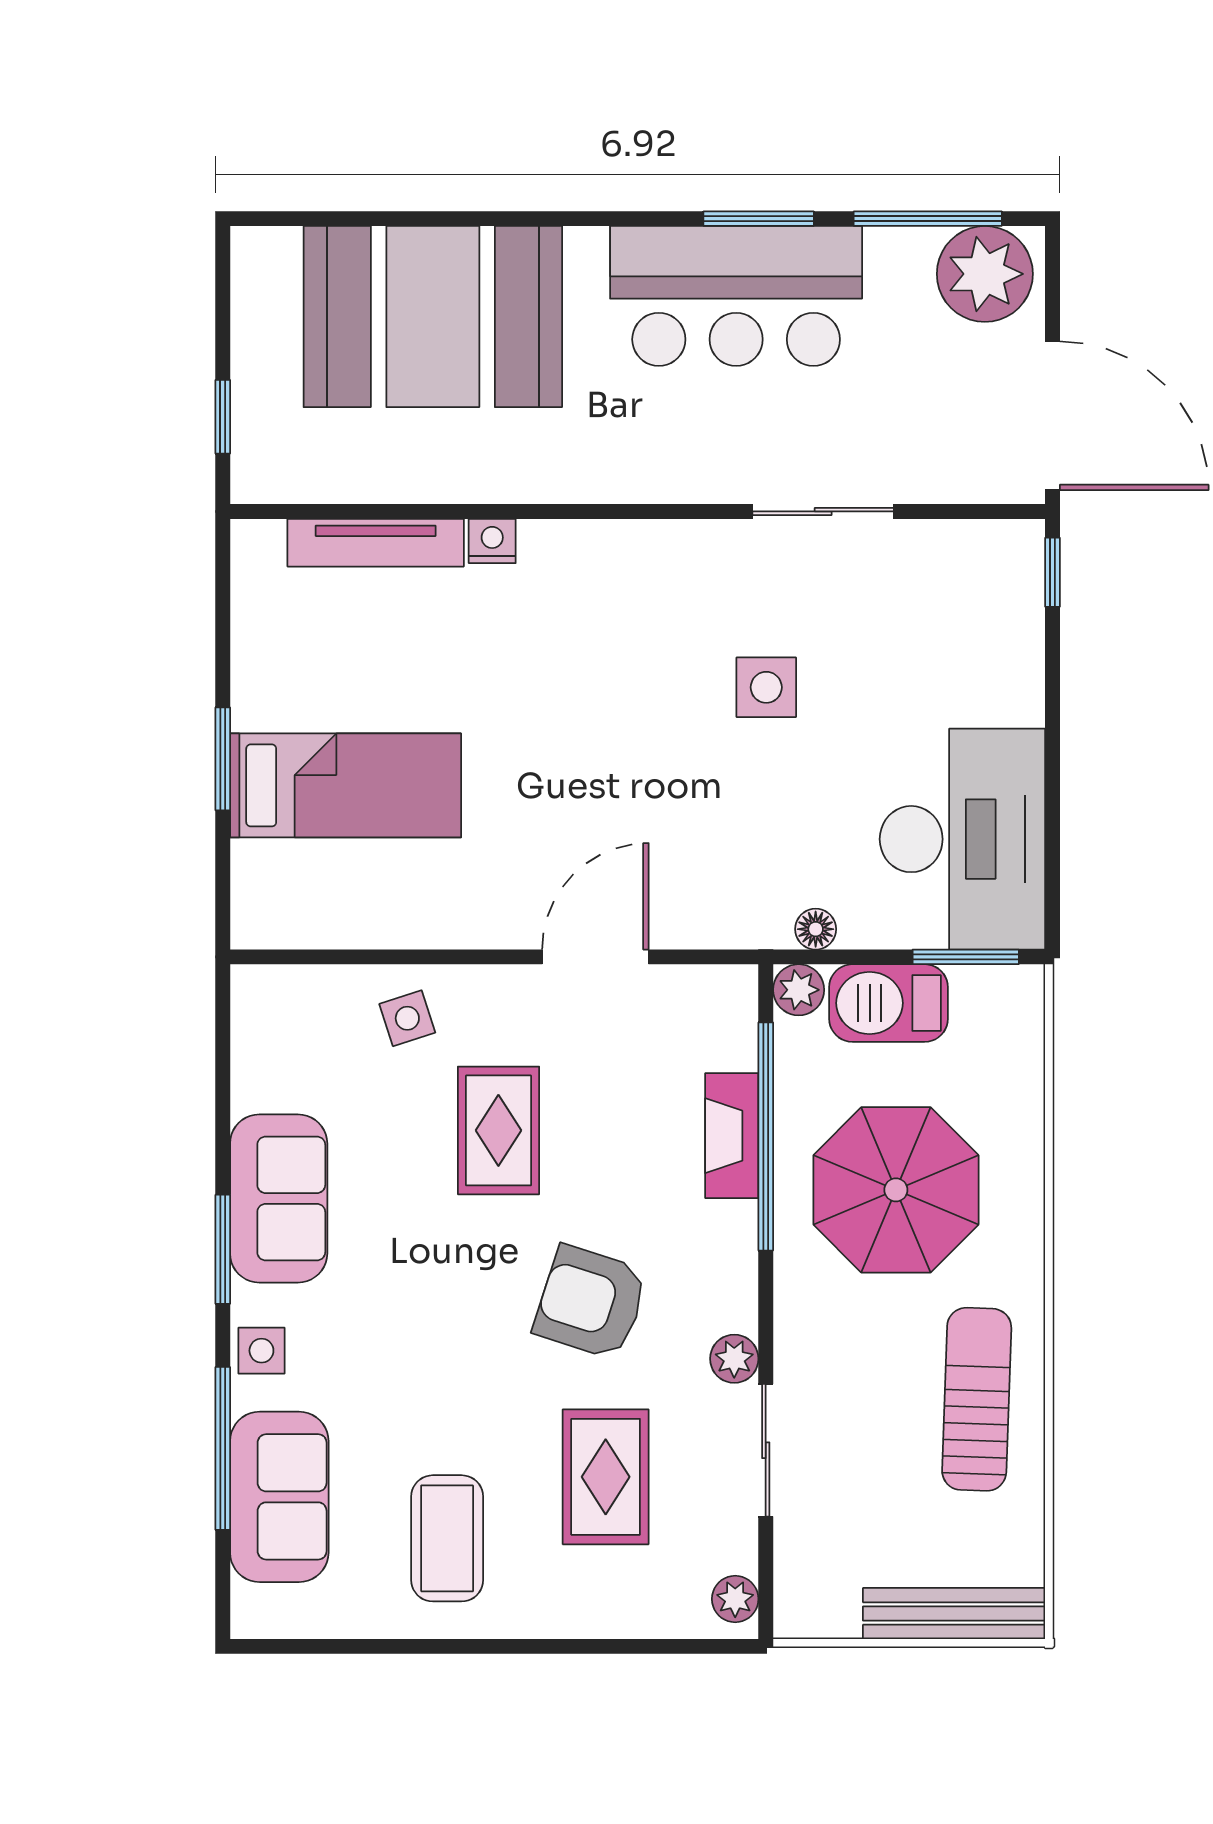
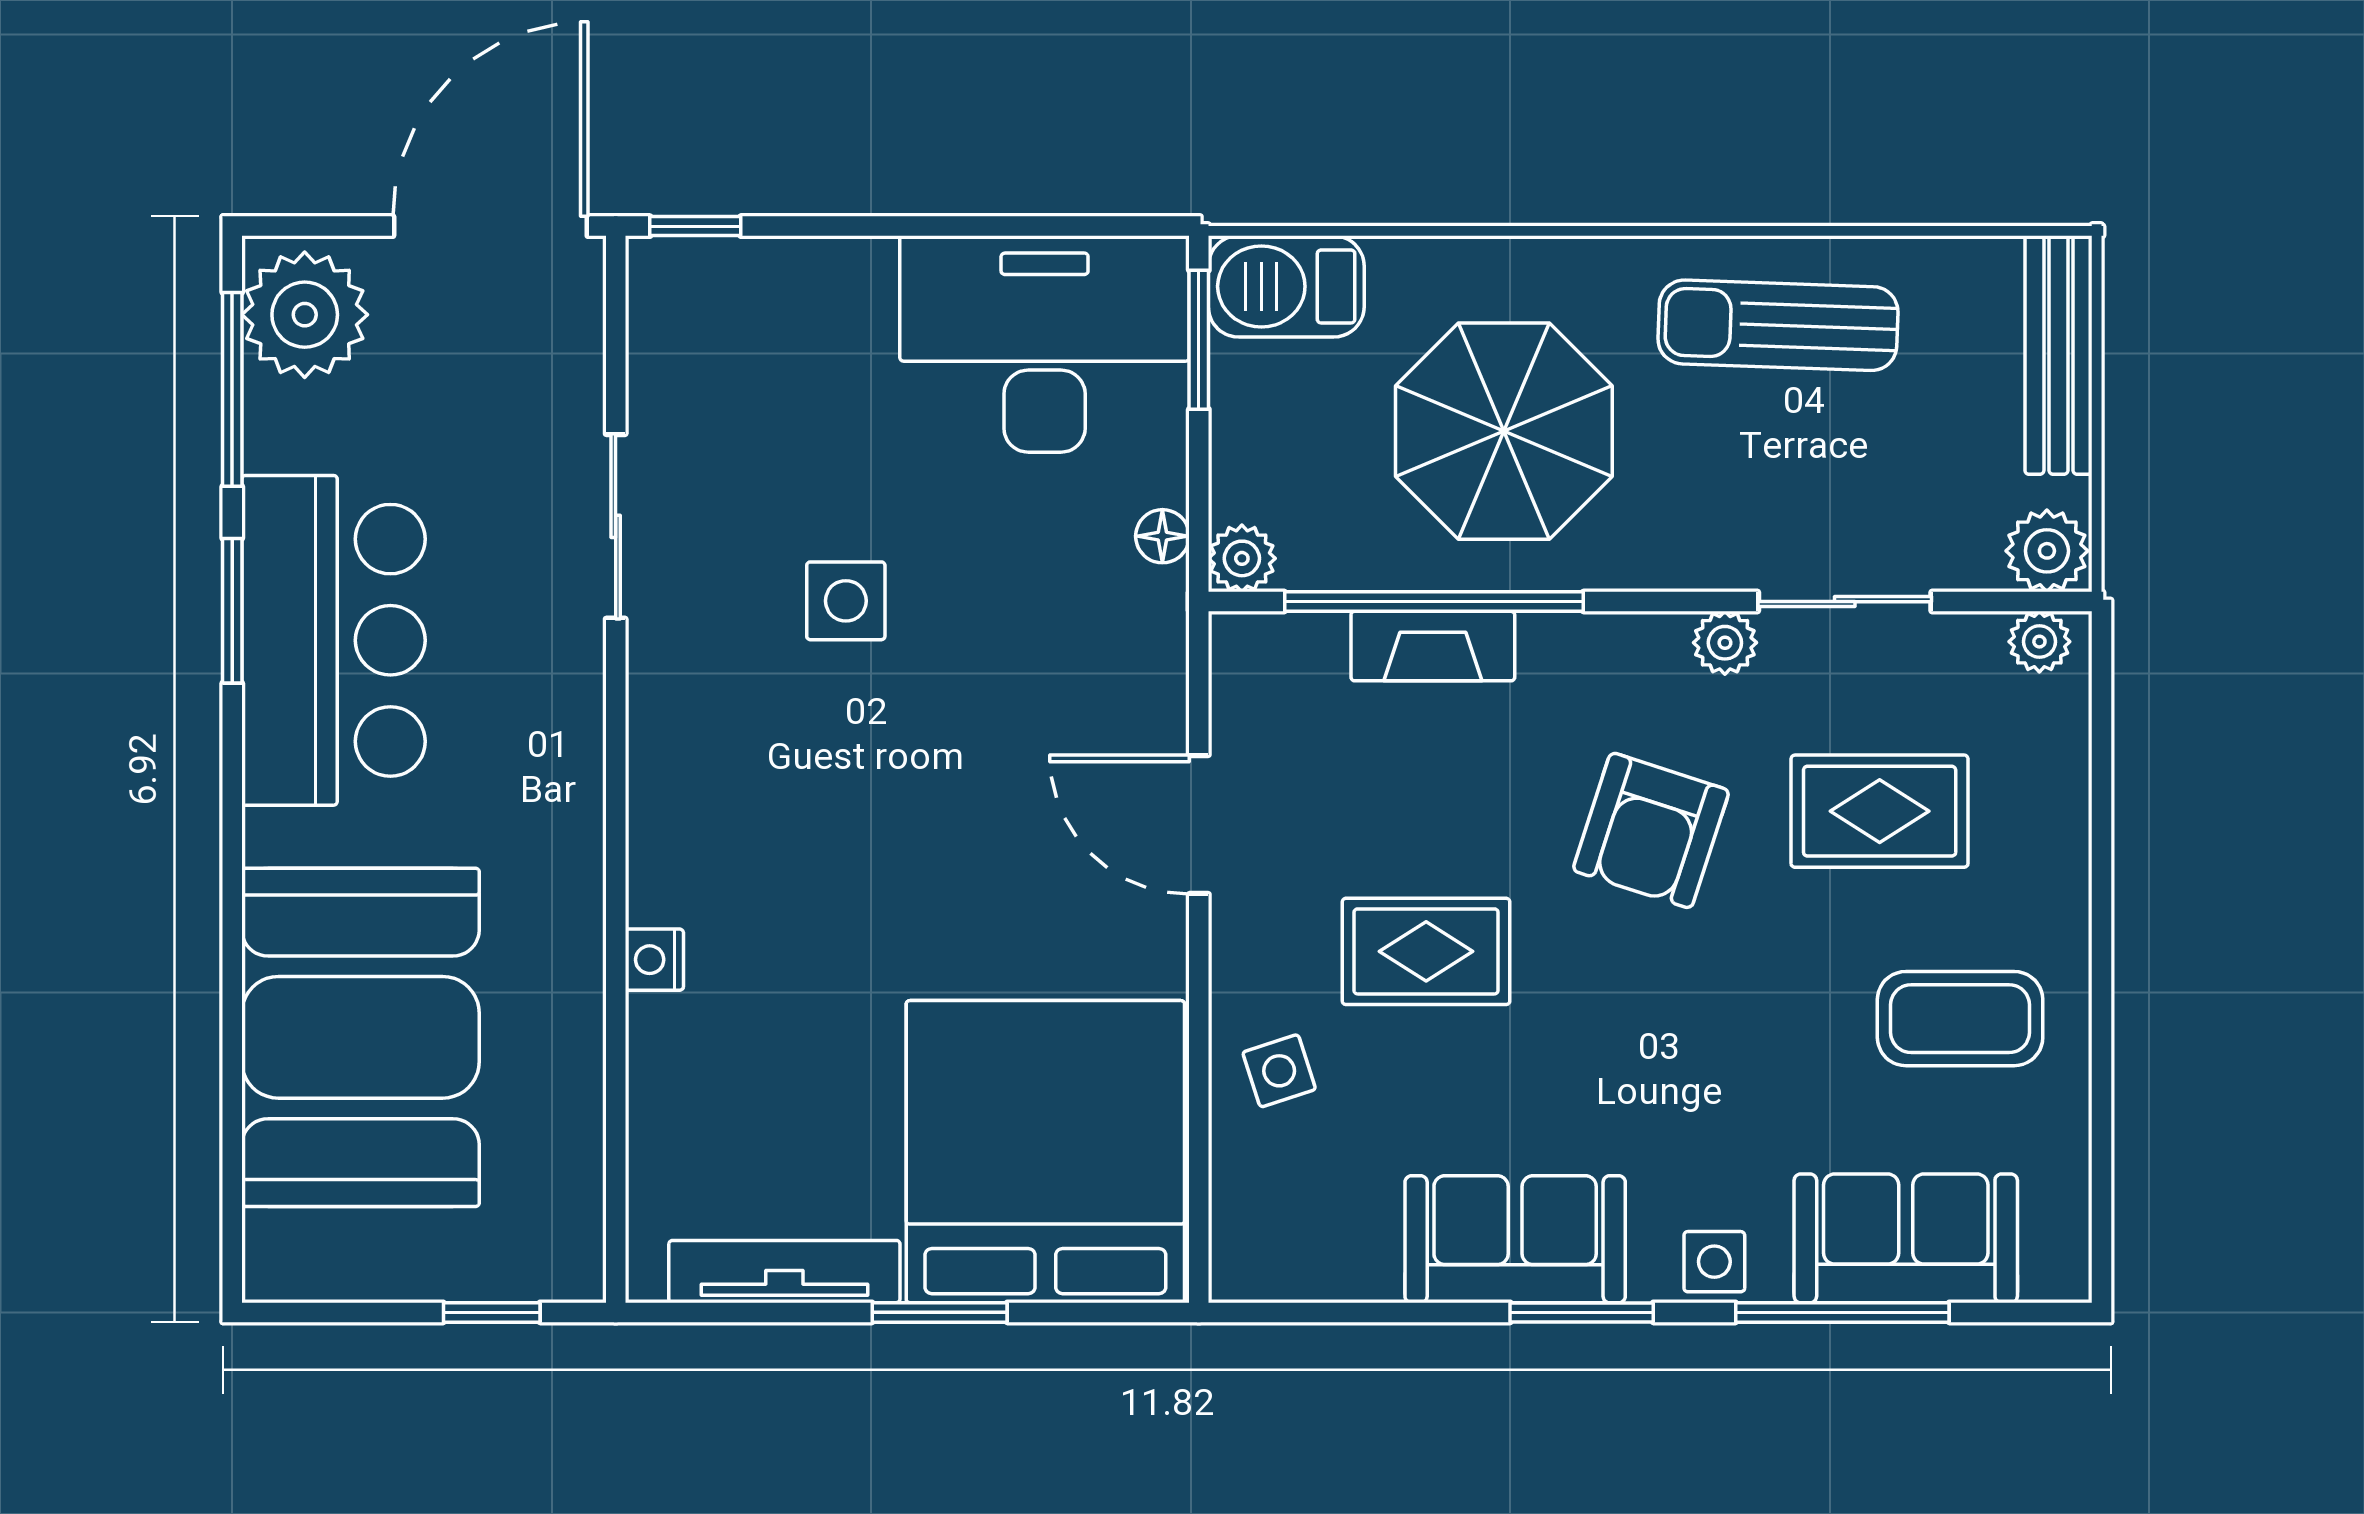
tv unit: (376, 543) -> (784, 1272), moved, turned -90
bed: (346, 785) -> (1045, 1152), width x2.04
barbecue: (889, 1003) -> (1286, 286), moved, turned 90
plant: (804, 1605) -> (2047, 551), added

